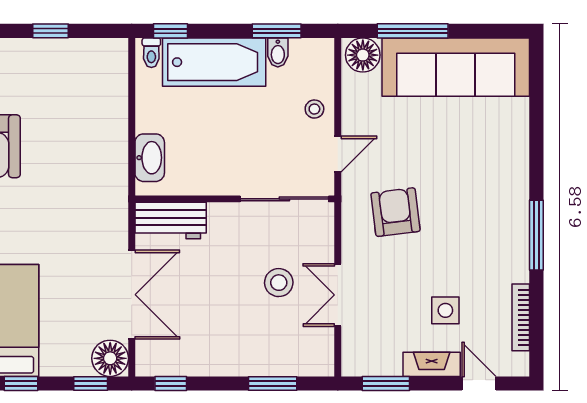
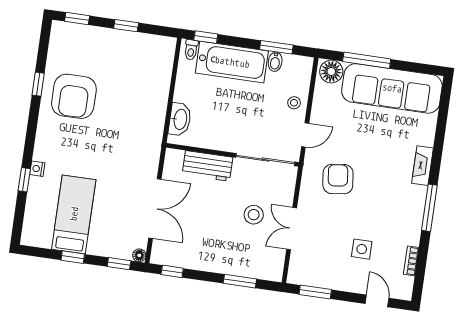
workbench: (171, 221) -> (207, 166), moved
bookcase: (521, 317) -> (411, 261), width x0.64
floor lamp: (110, 358) -> (139, 255), width x0.53, depth x0.53
fireplace: (432, 364) -> (422, 166), moved, turned -90

